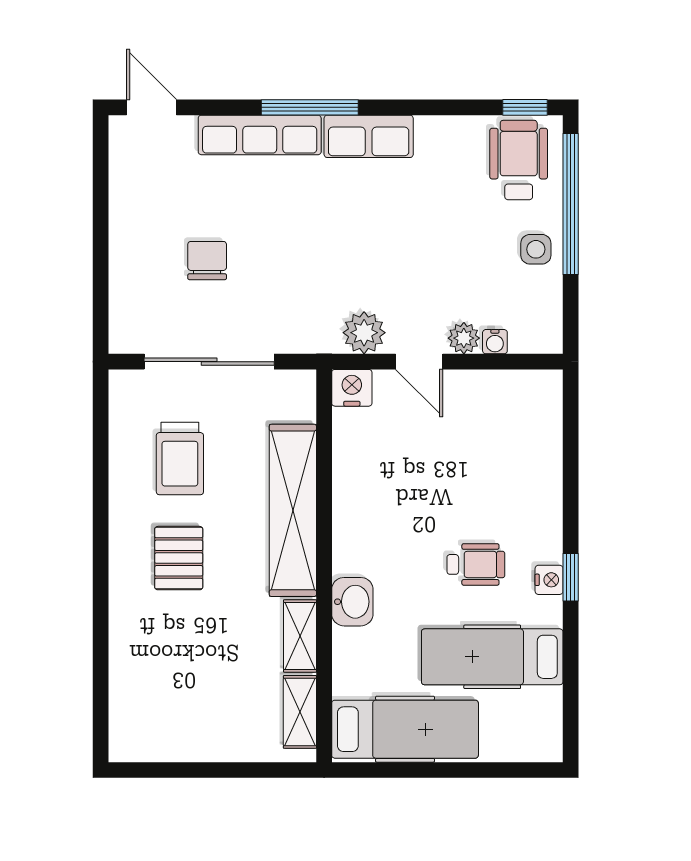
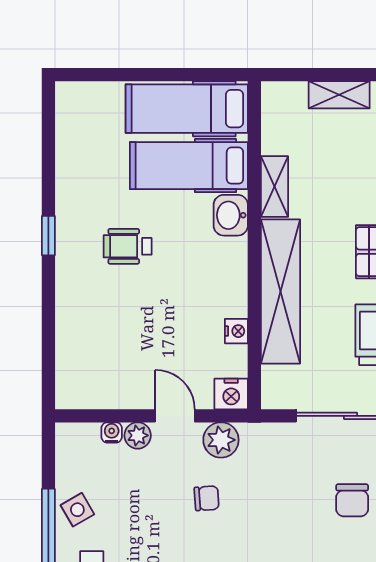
side table: (536, 249) -> (77, 510), turned -30
chair: (381, 263) -> (207, 498), added
nightstand: (549, 580) -> (236, 331), moved, turned 180
hospital bed: (492, 657) -> (189, 166), moved, turned 180
shelving: (300, 712) -> (339, 95), moved, turned 90

